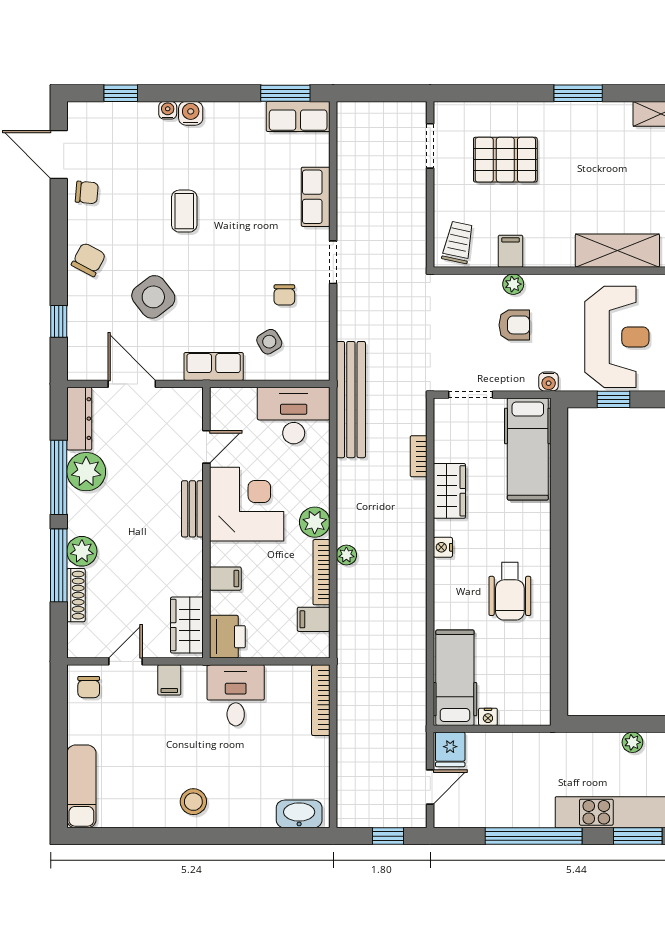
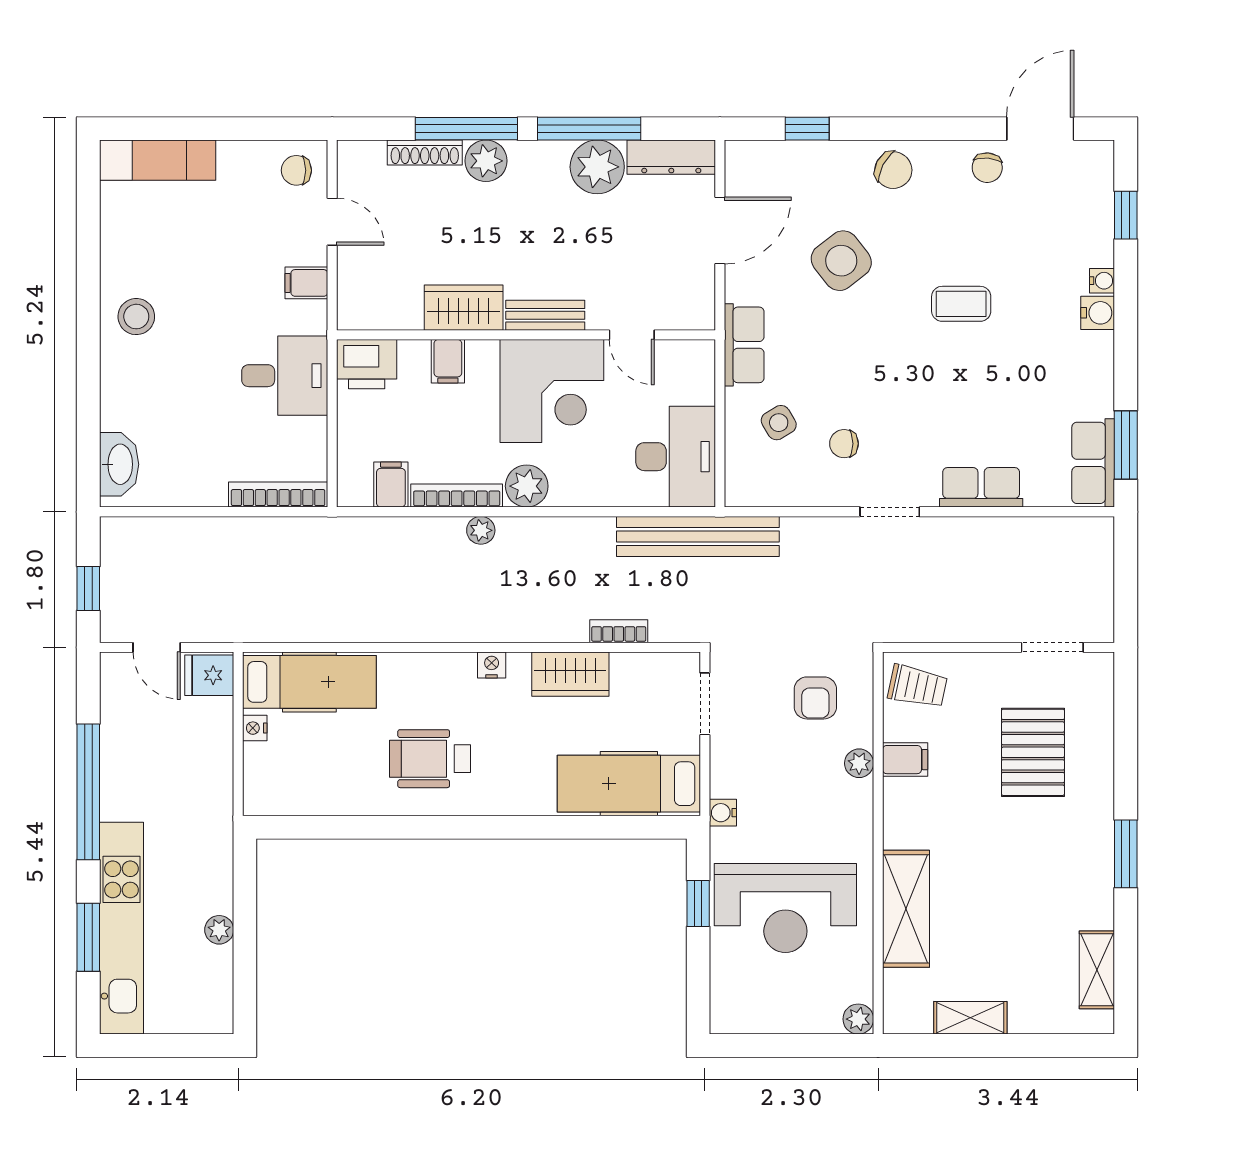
armchair: (514, 325) -> (815, 698), moved
wardrobe: (187, 625) -> (464, 308), moved

